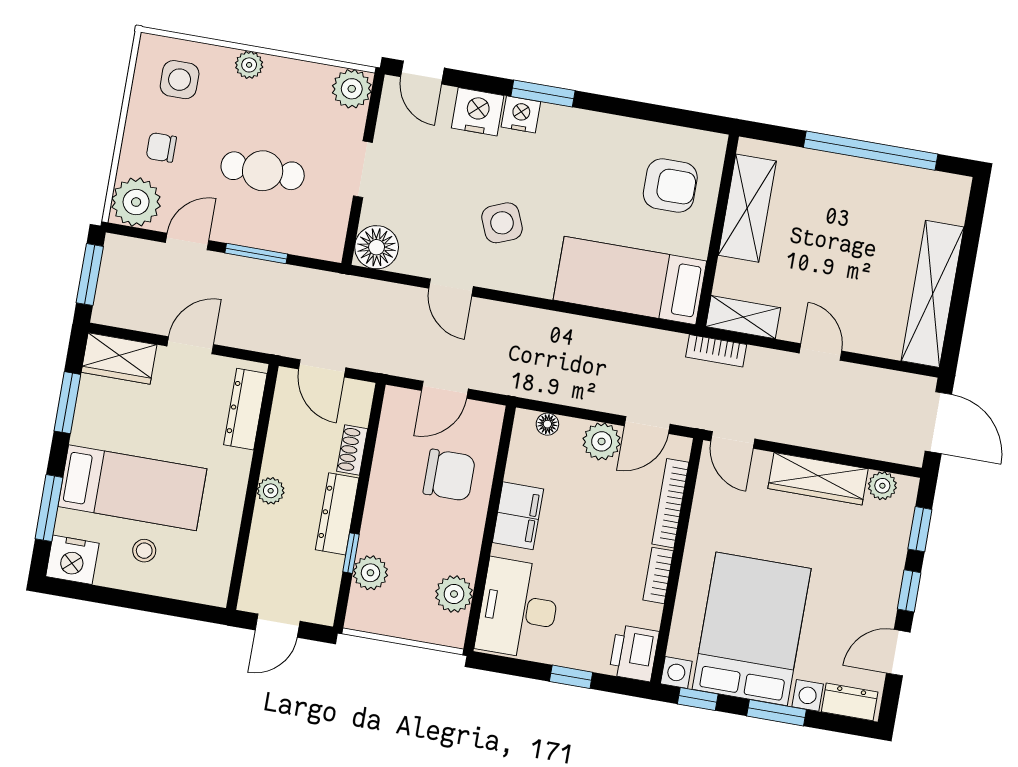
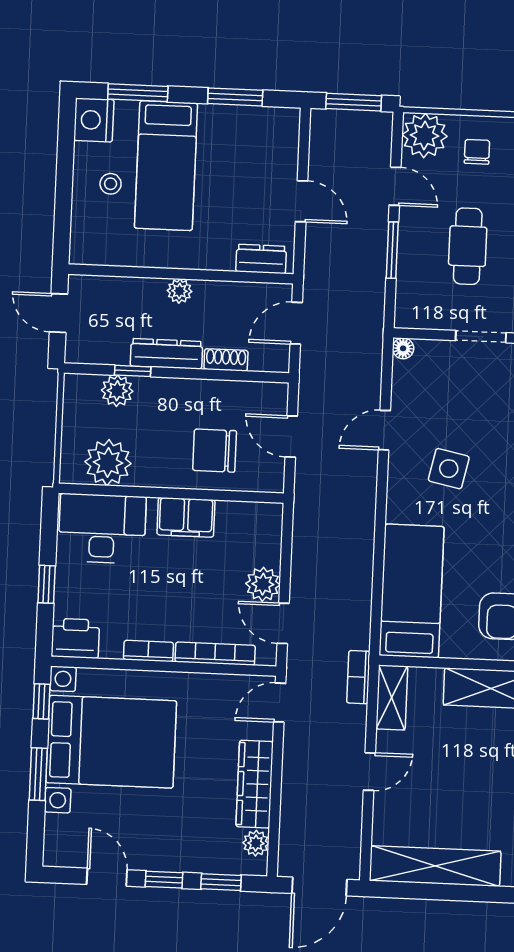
side table: (502, 223) -> (449, 469), turned 34
floor lamp: (377, 247) -> (403, 348), width x0.53, depth x0.53
wardrobe: (119, 359) -> (281, 138), removed
dresser: (245, 409) -> (261, 259), width x0.70
floor lamp: (547, 424) -> (272, 533), removed
chair: (449, 475) -> (215, 451), turned 90
plant: (454, 594) -> (108, 463), width x1.36, depth x1.36
dresser: (850, 702) -> (57, 839), removed

